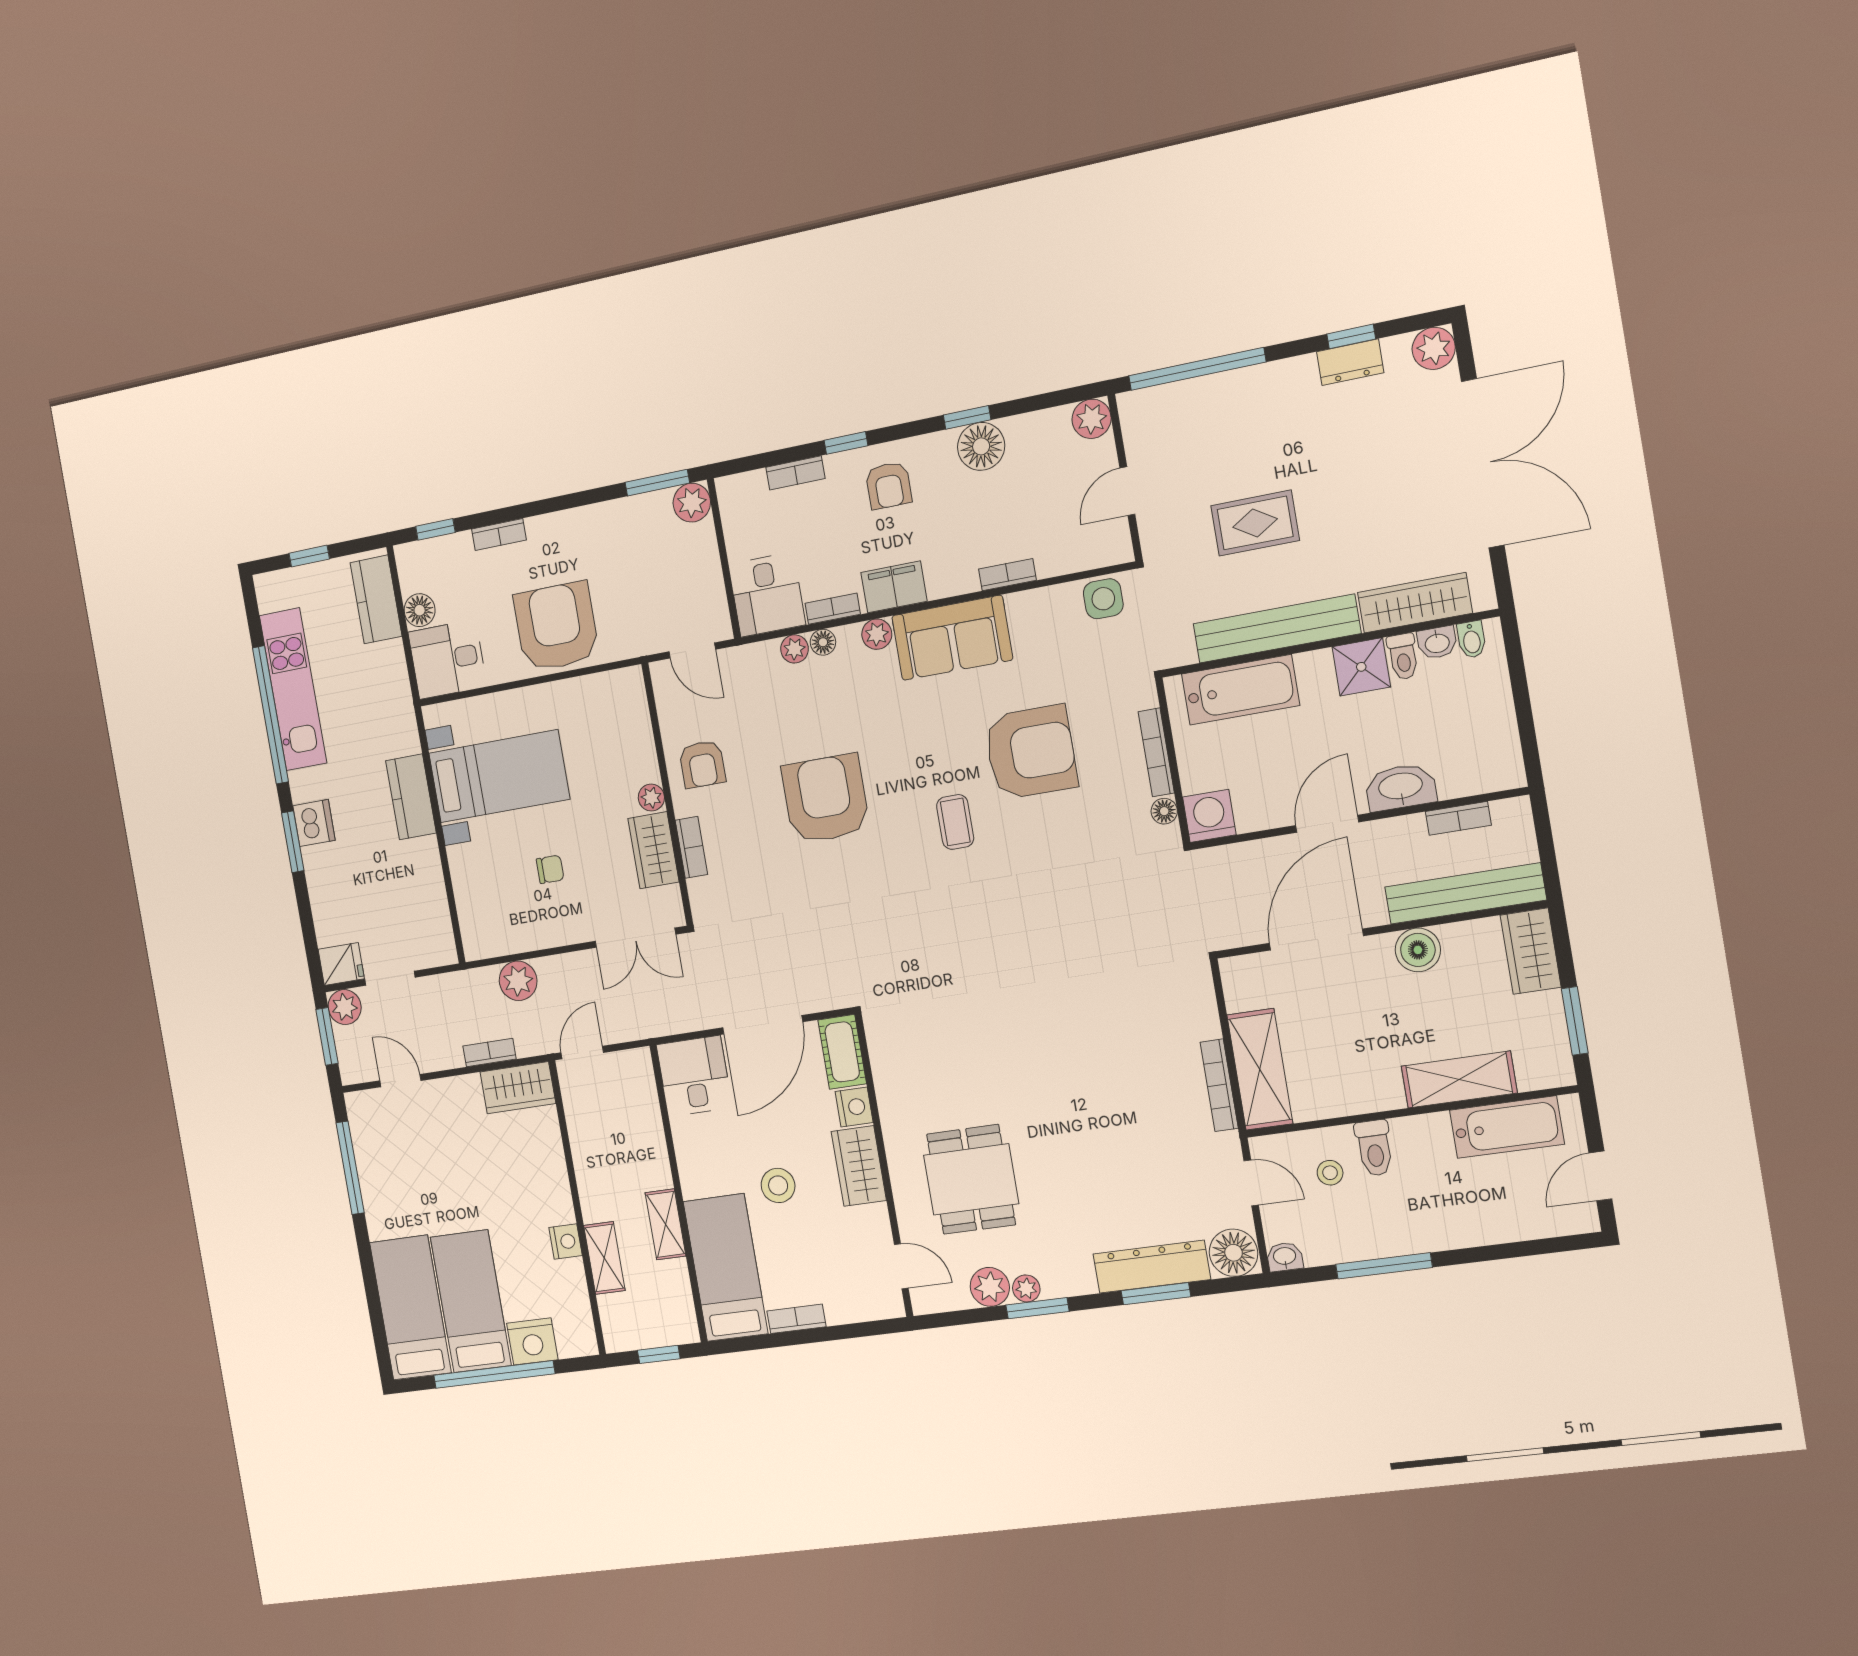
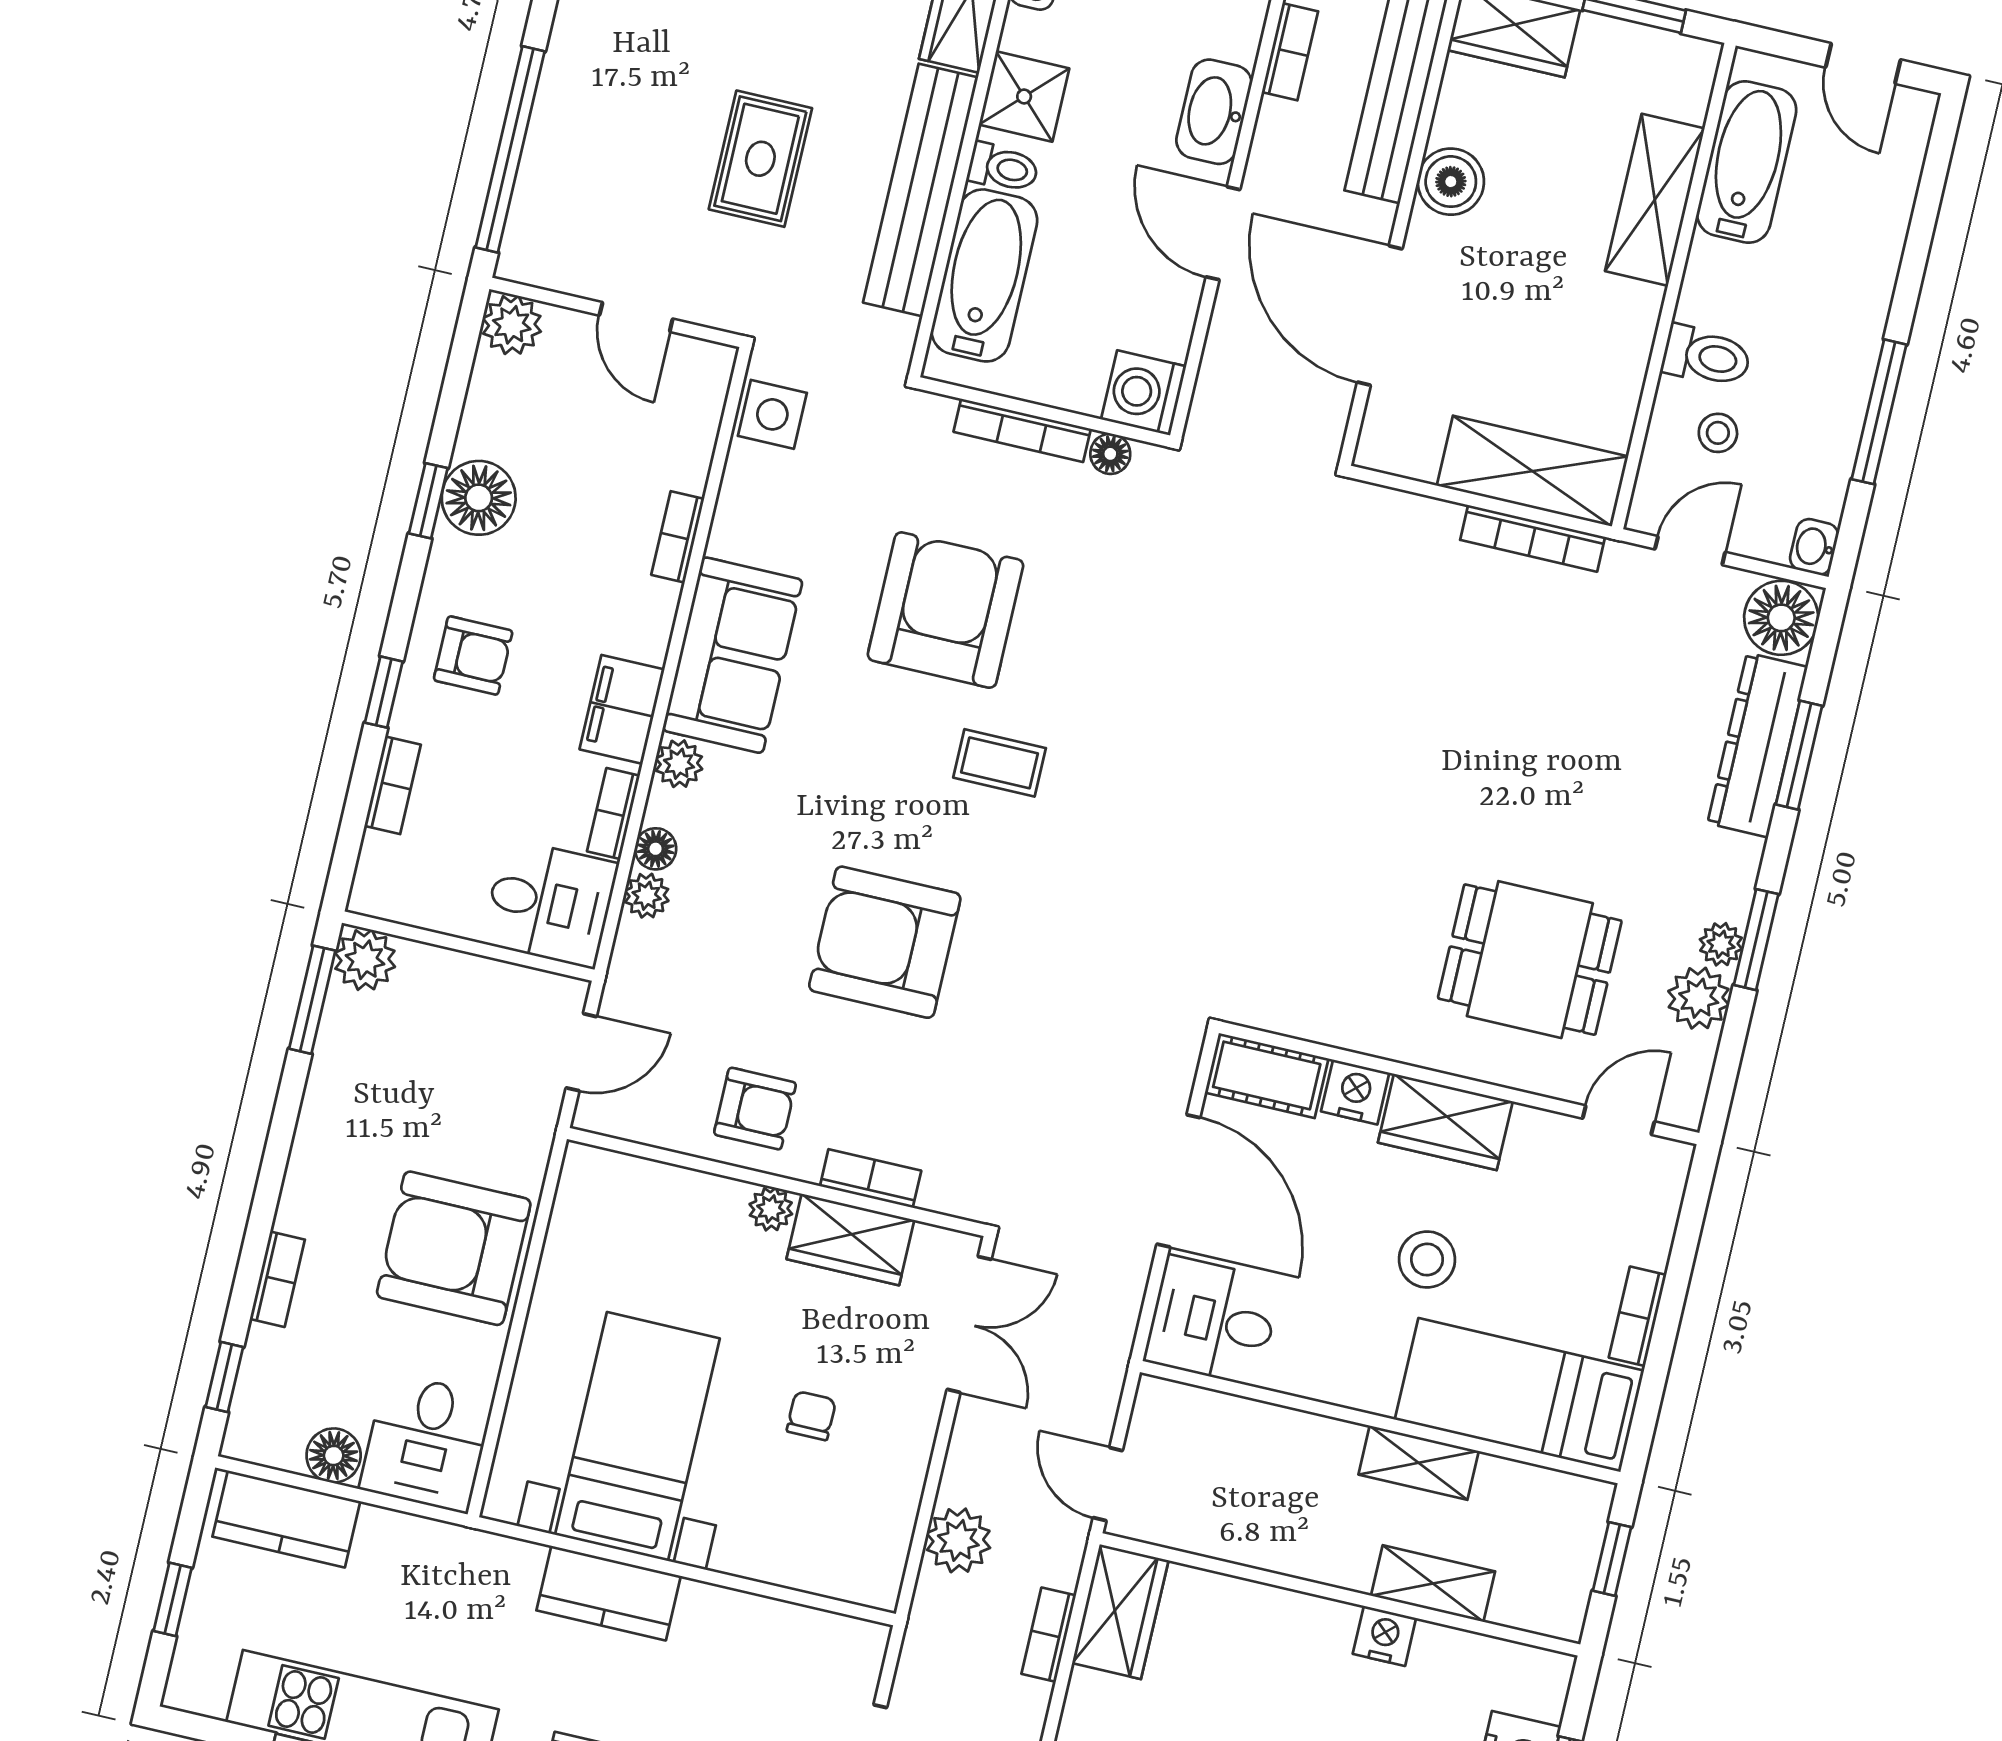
toilet: (1403, 656) -> (1003, 168), moved

